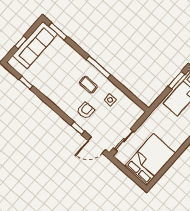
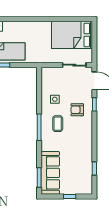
sofa: (35, 45) -> (50, 173), moved, turned 90

